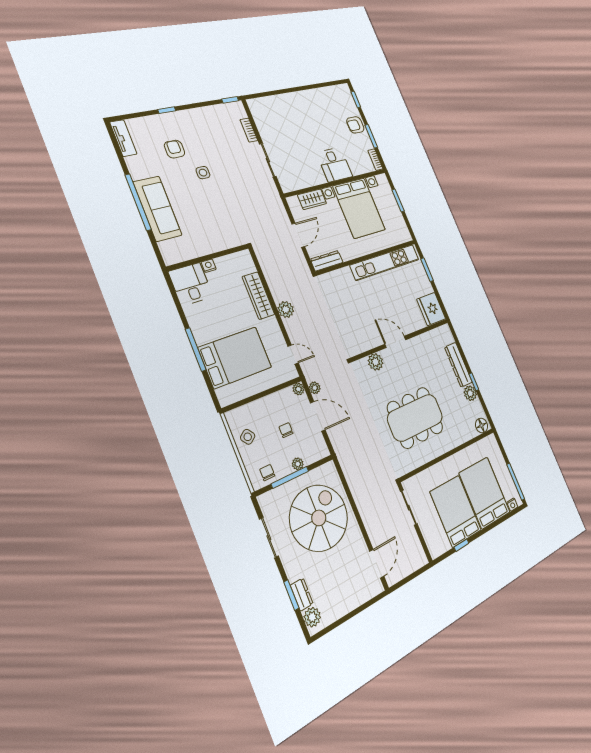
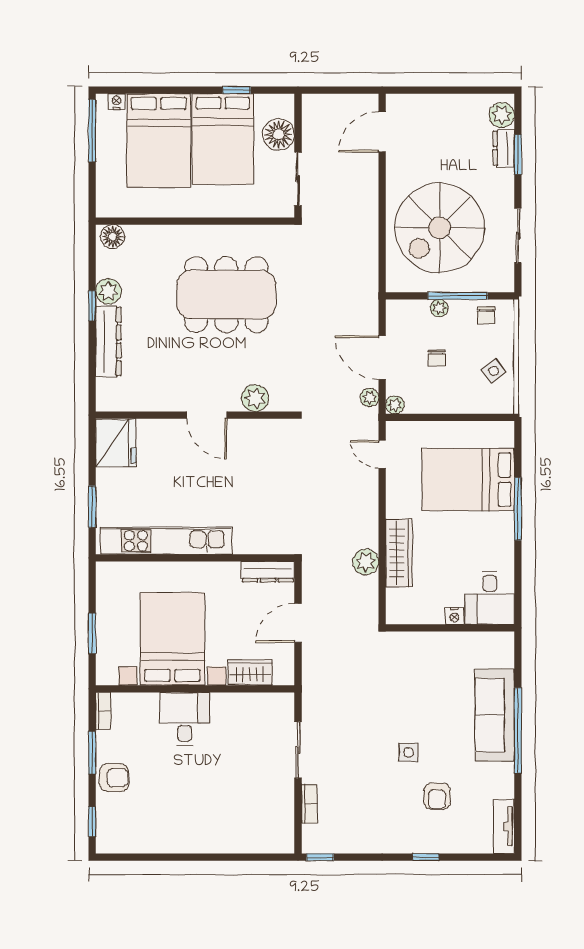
plant: (286, 309) -> (366, 562), moved
floor lamp: (430, 530) -> (279, 134), added

